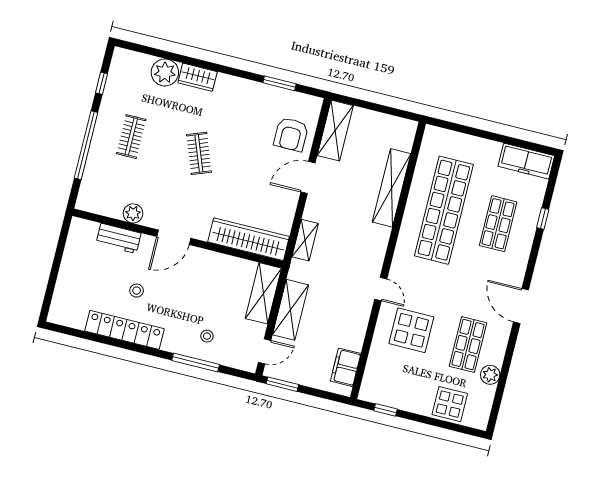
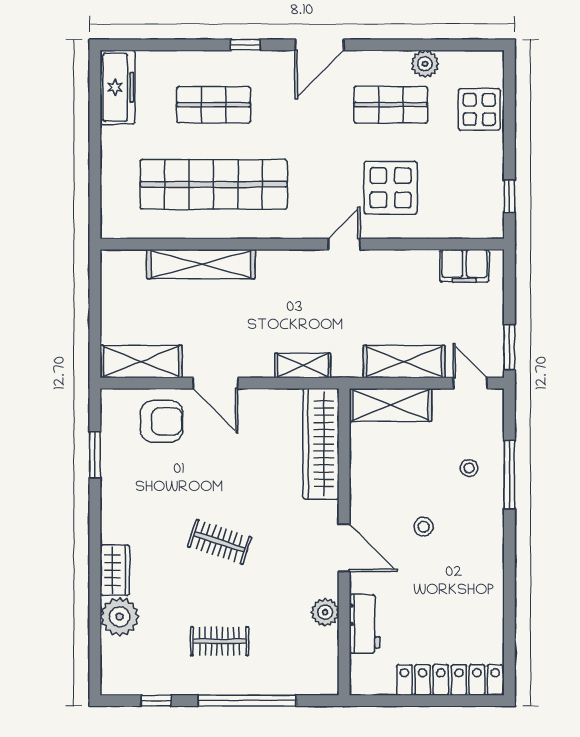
clothes rail: (199, 153) -> (220, 542), turned 39
window: (543, 218) -> (245, 45), moved
stool: (137, 291) -> (424, 527), moved
locker: (124, 330) -> (450, 680), moved, turned 90

